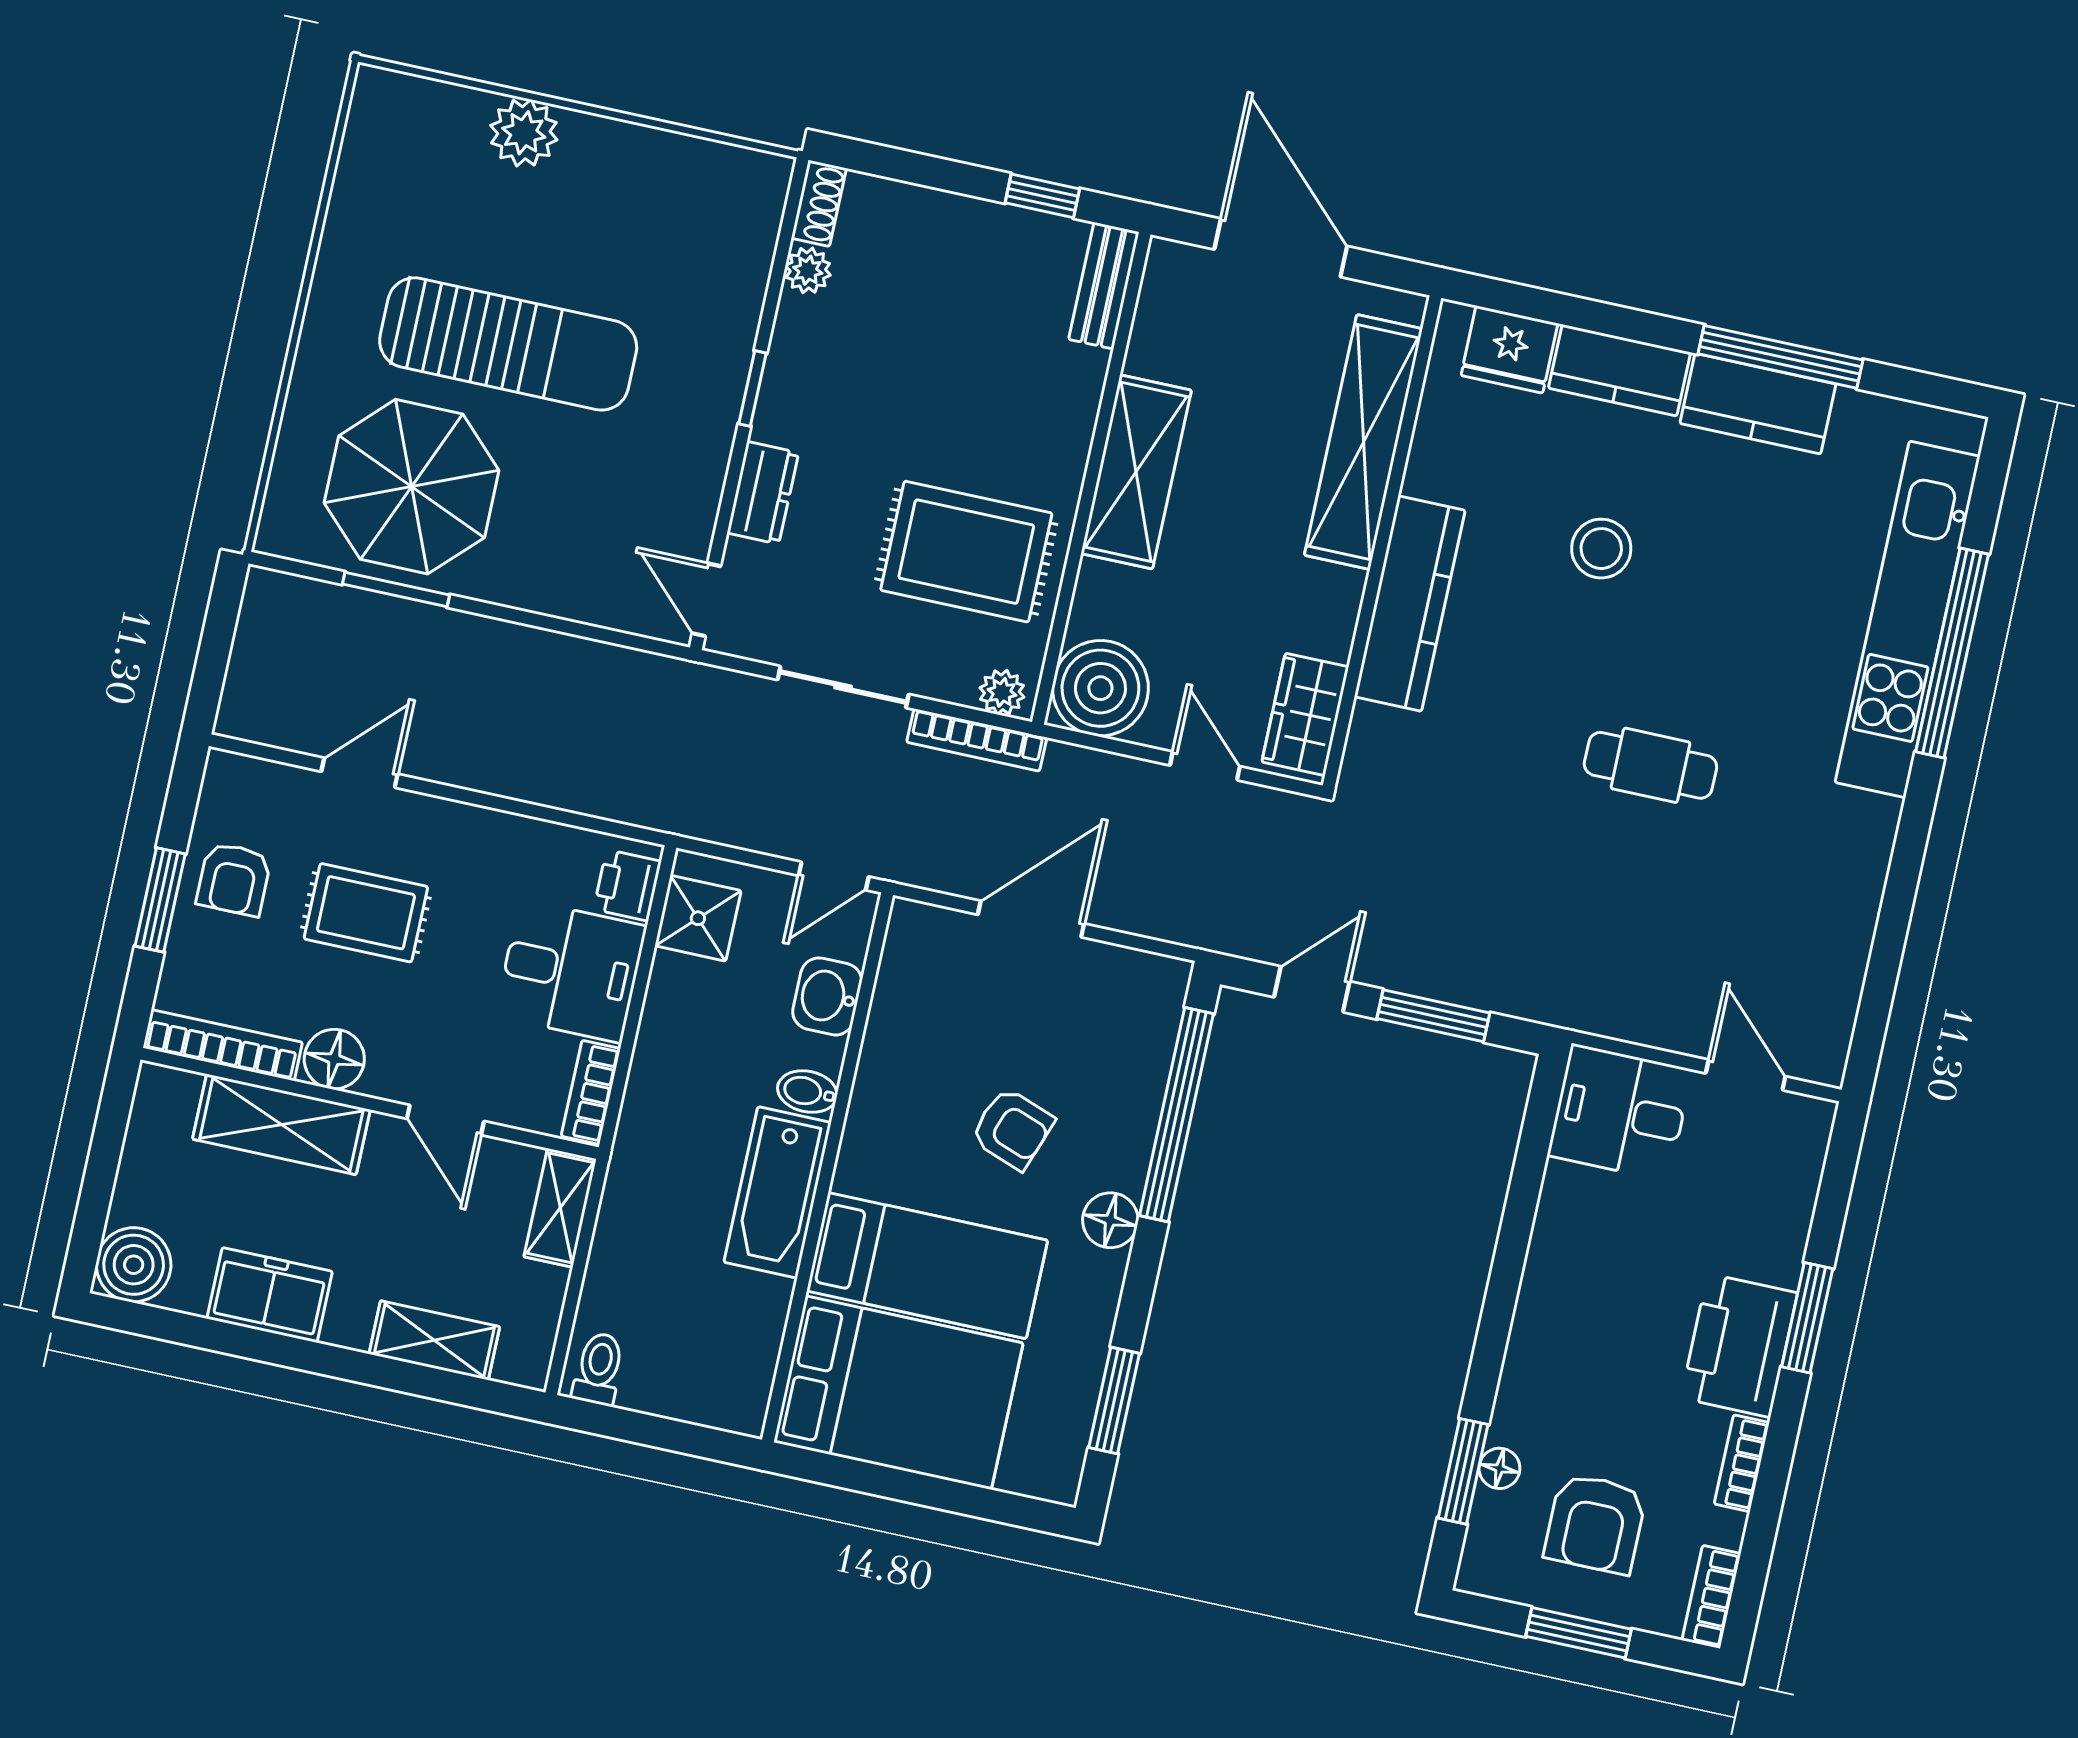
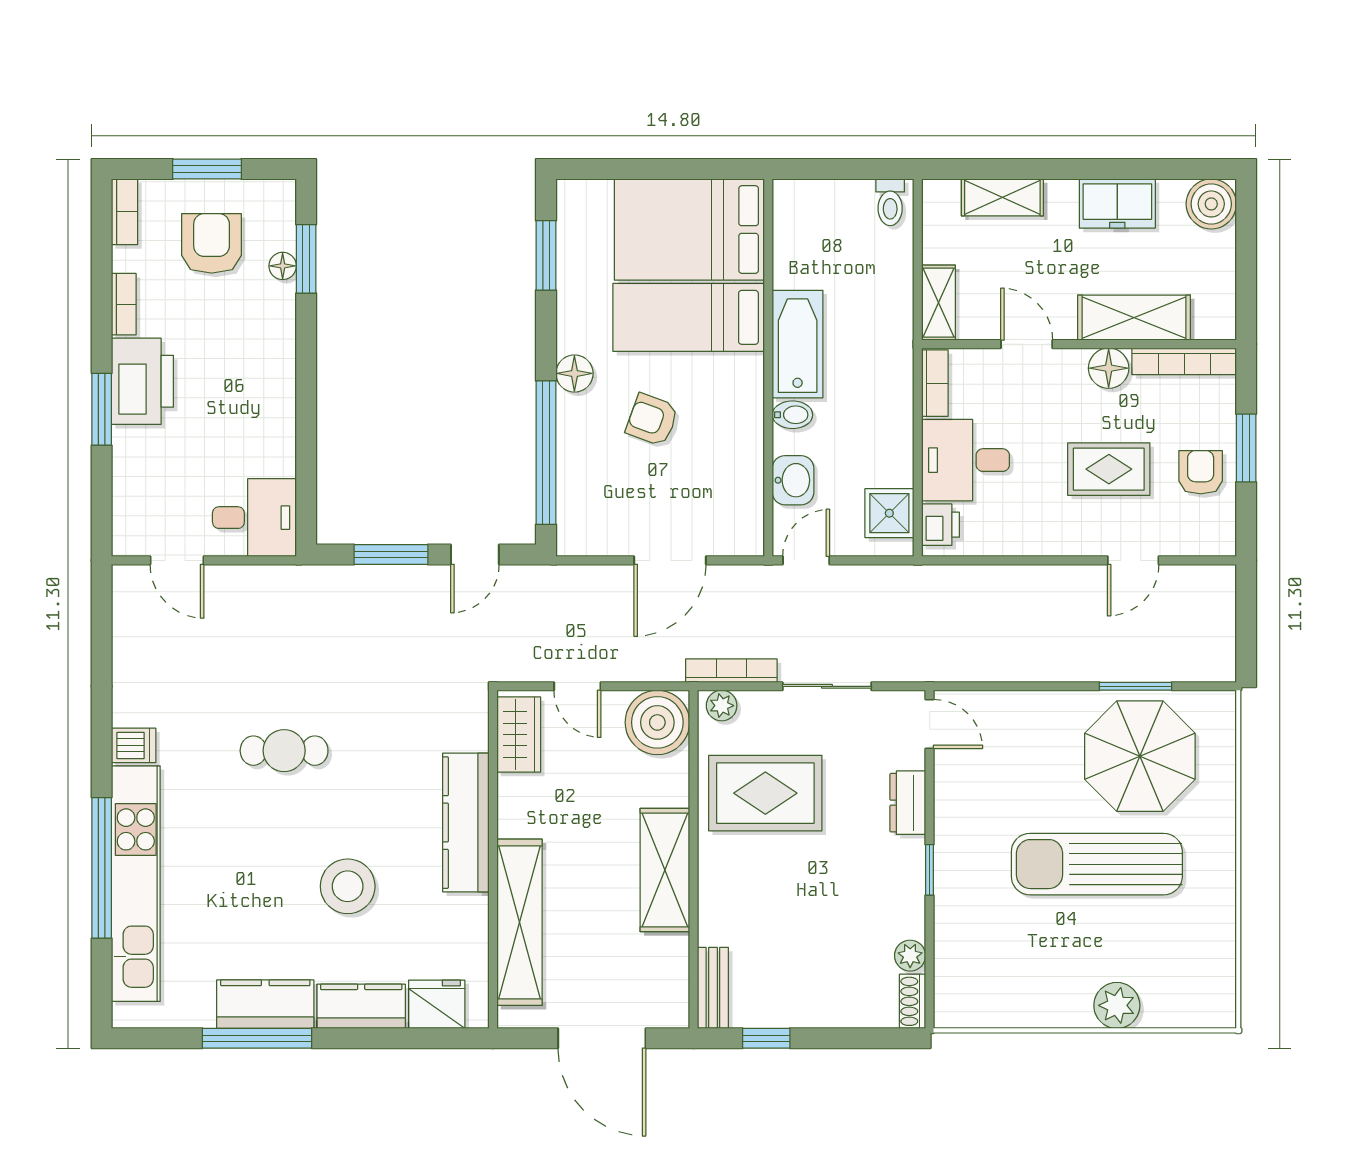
stool: (1601, 549) -> (348, 886), width x1.38, depth x1.38
dishwasher: (1867, 820) -> (134, 745), added

